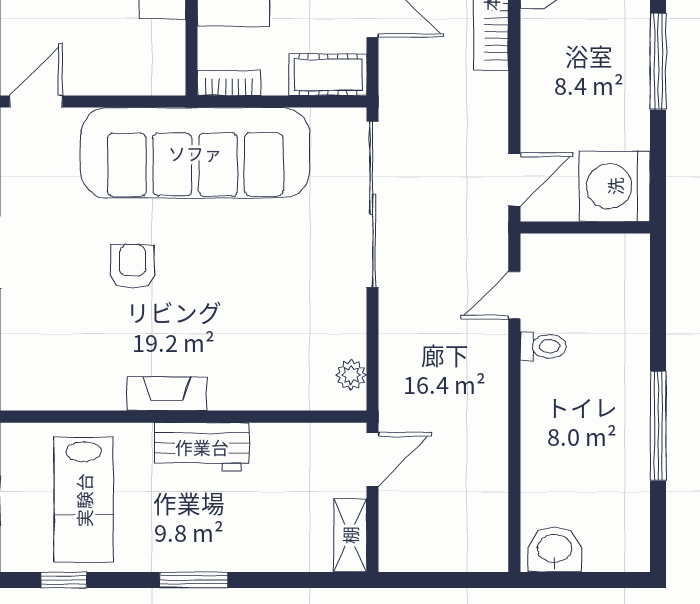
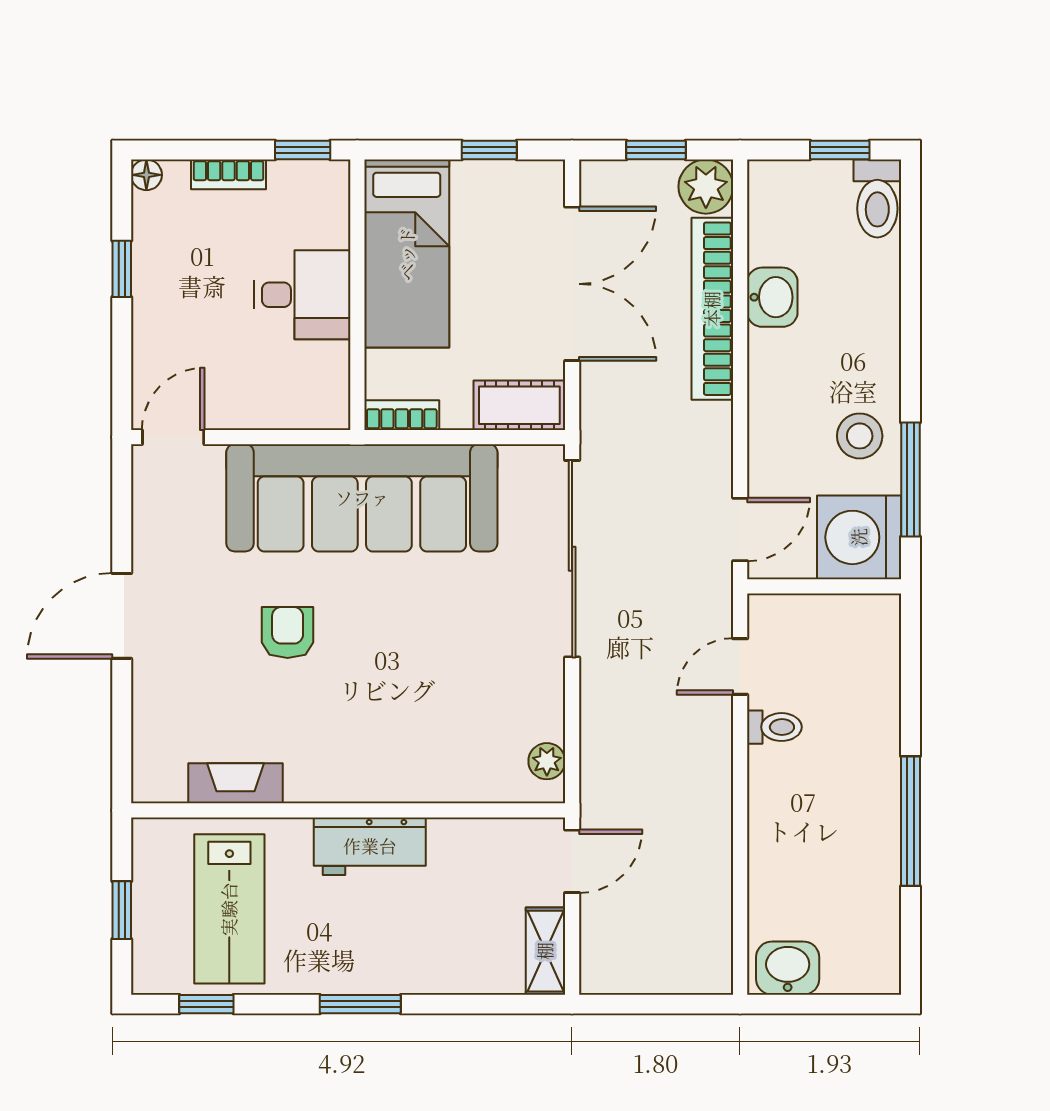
window: (658, 61) -> (910, 479), moved
stool: (615, 101) -> (860, 436), added
fireplace: (167, 394) -> (236, 783), moved

